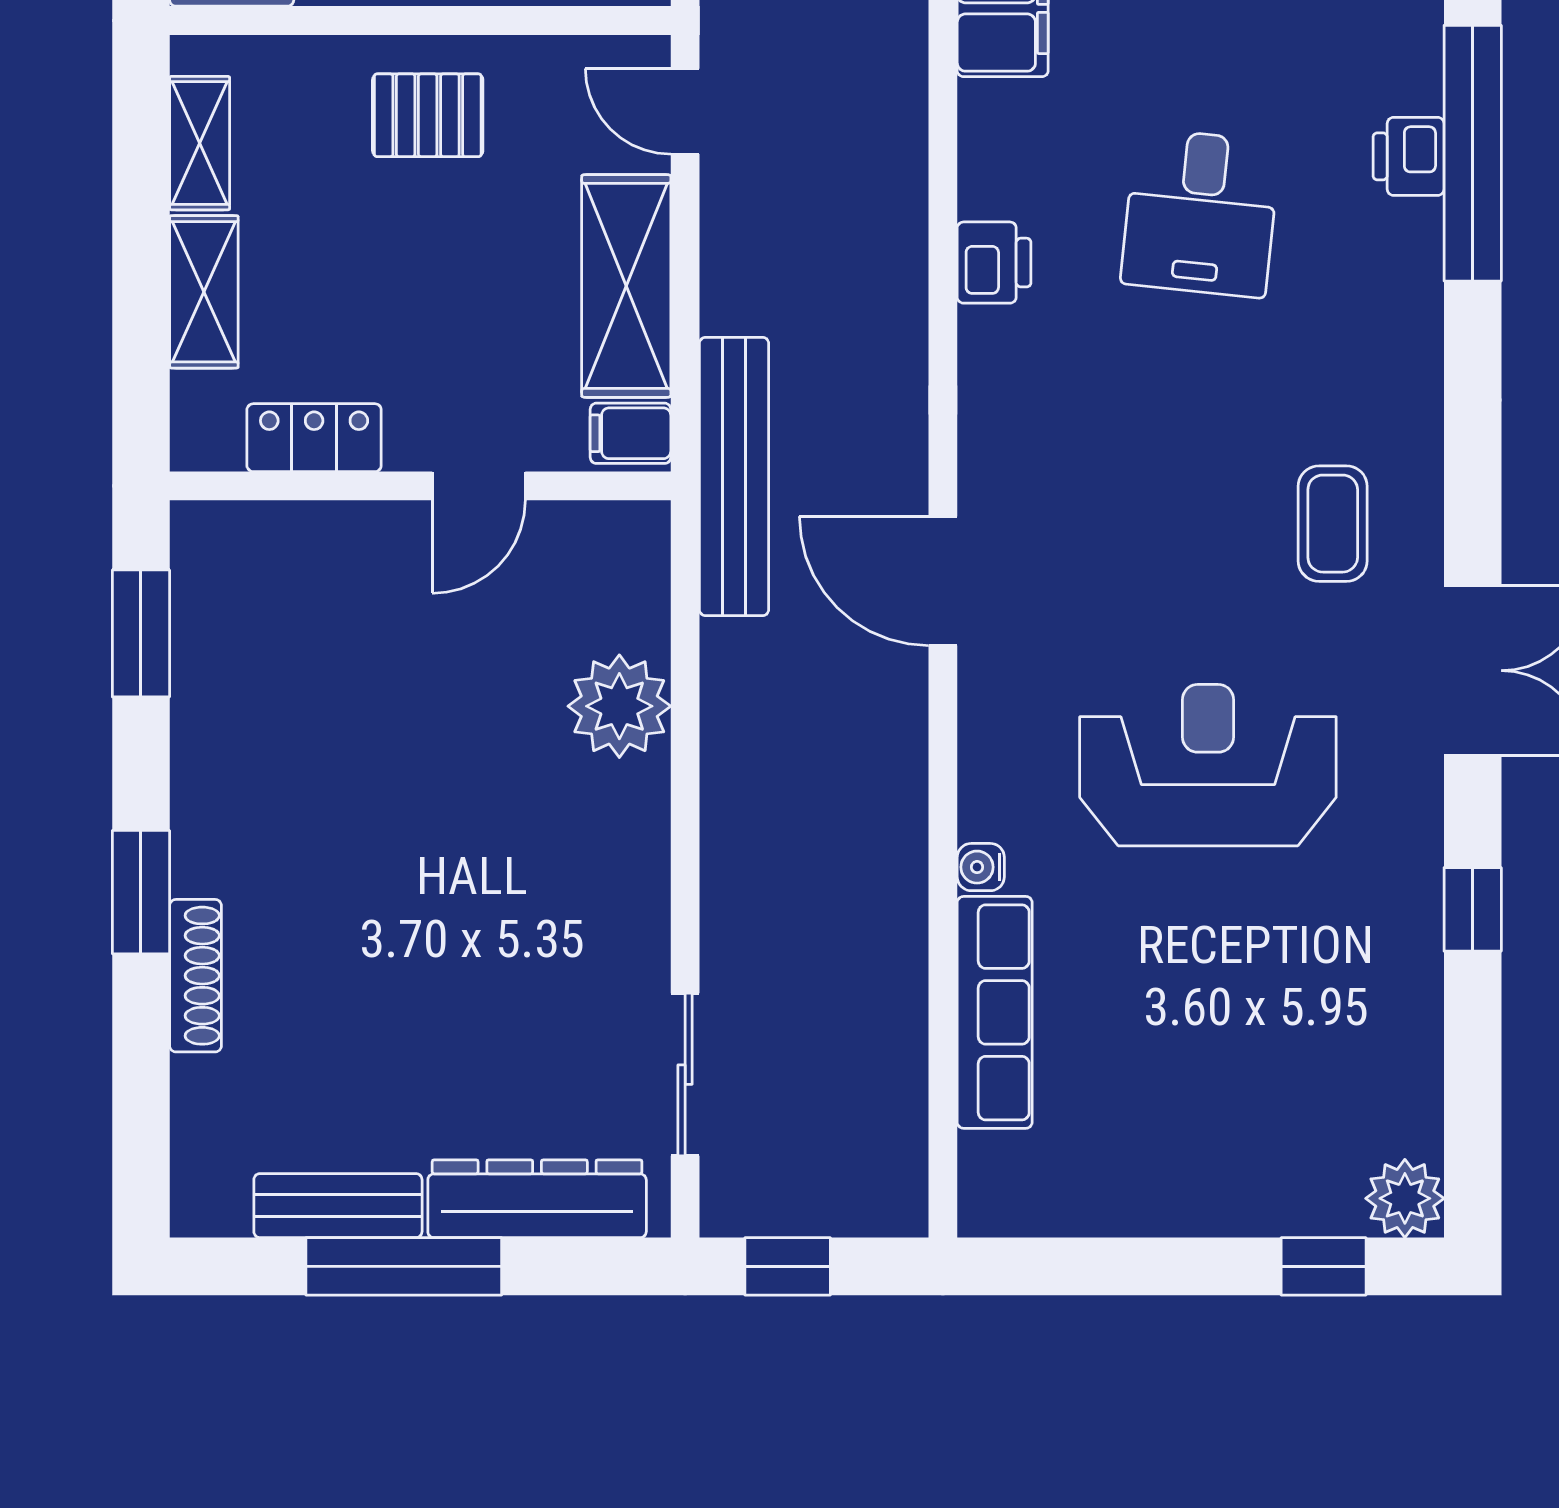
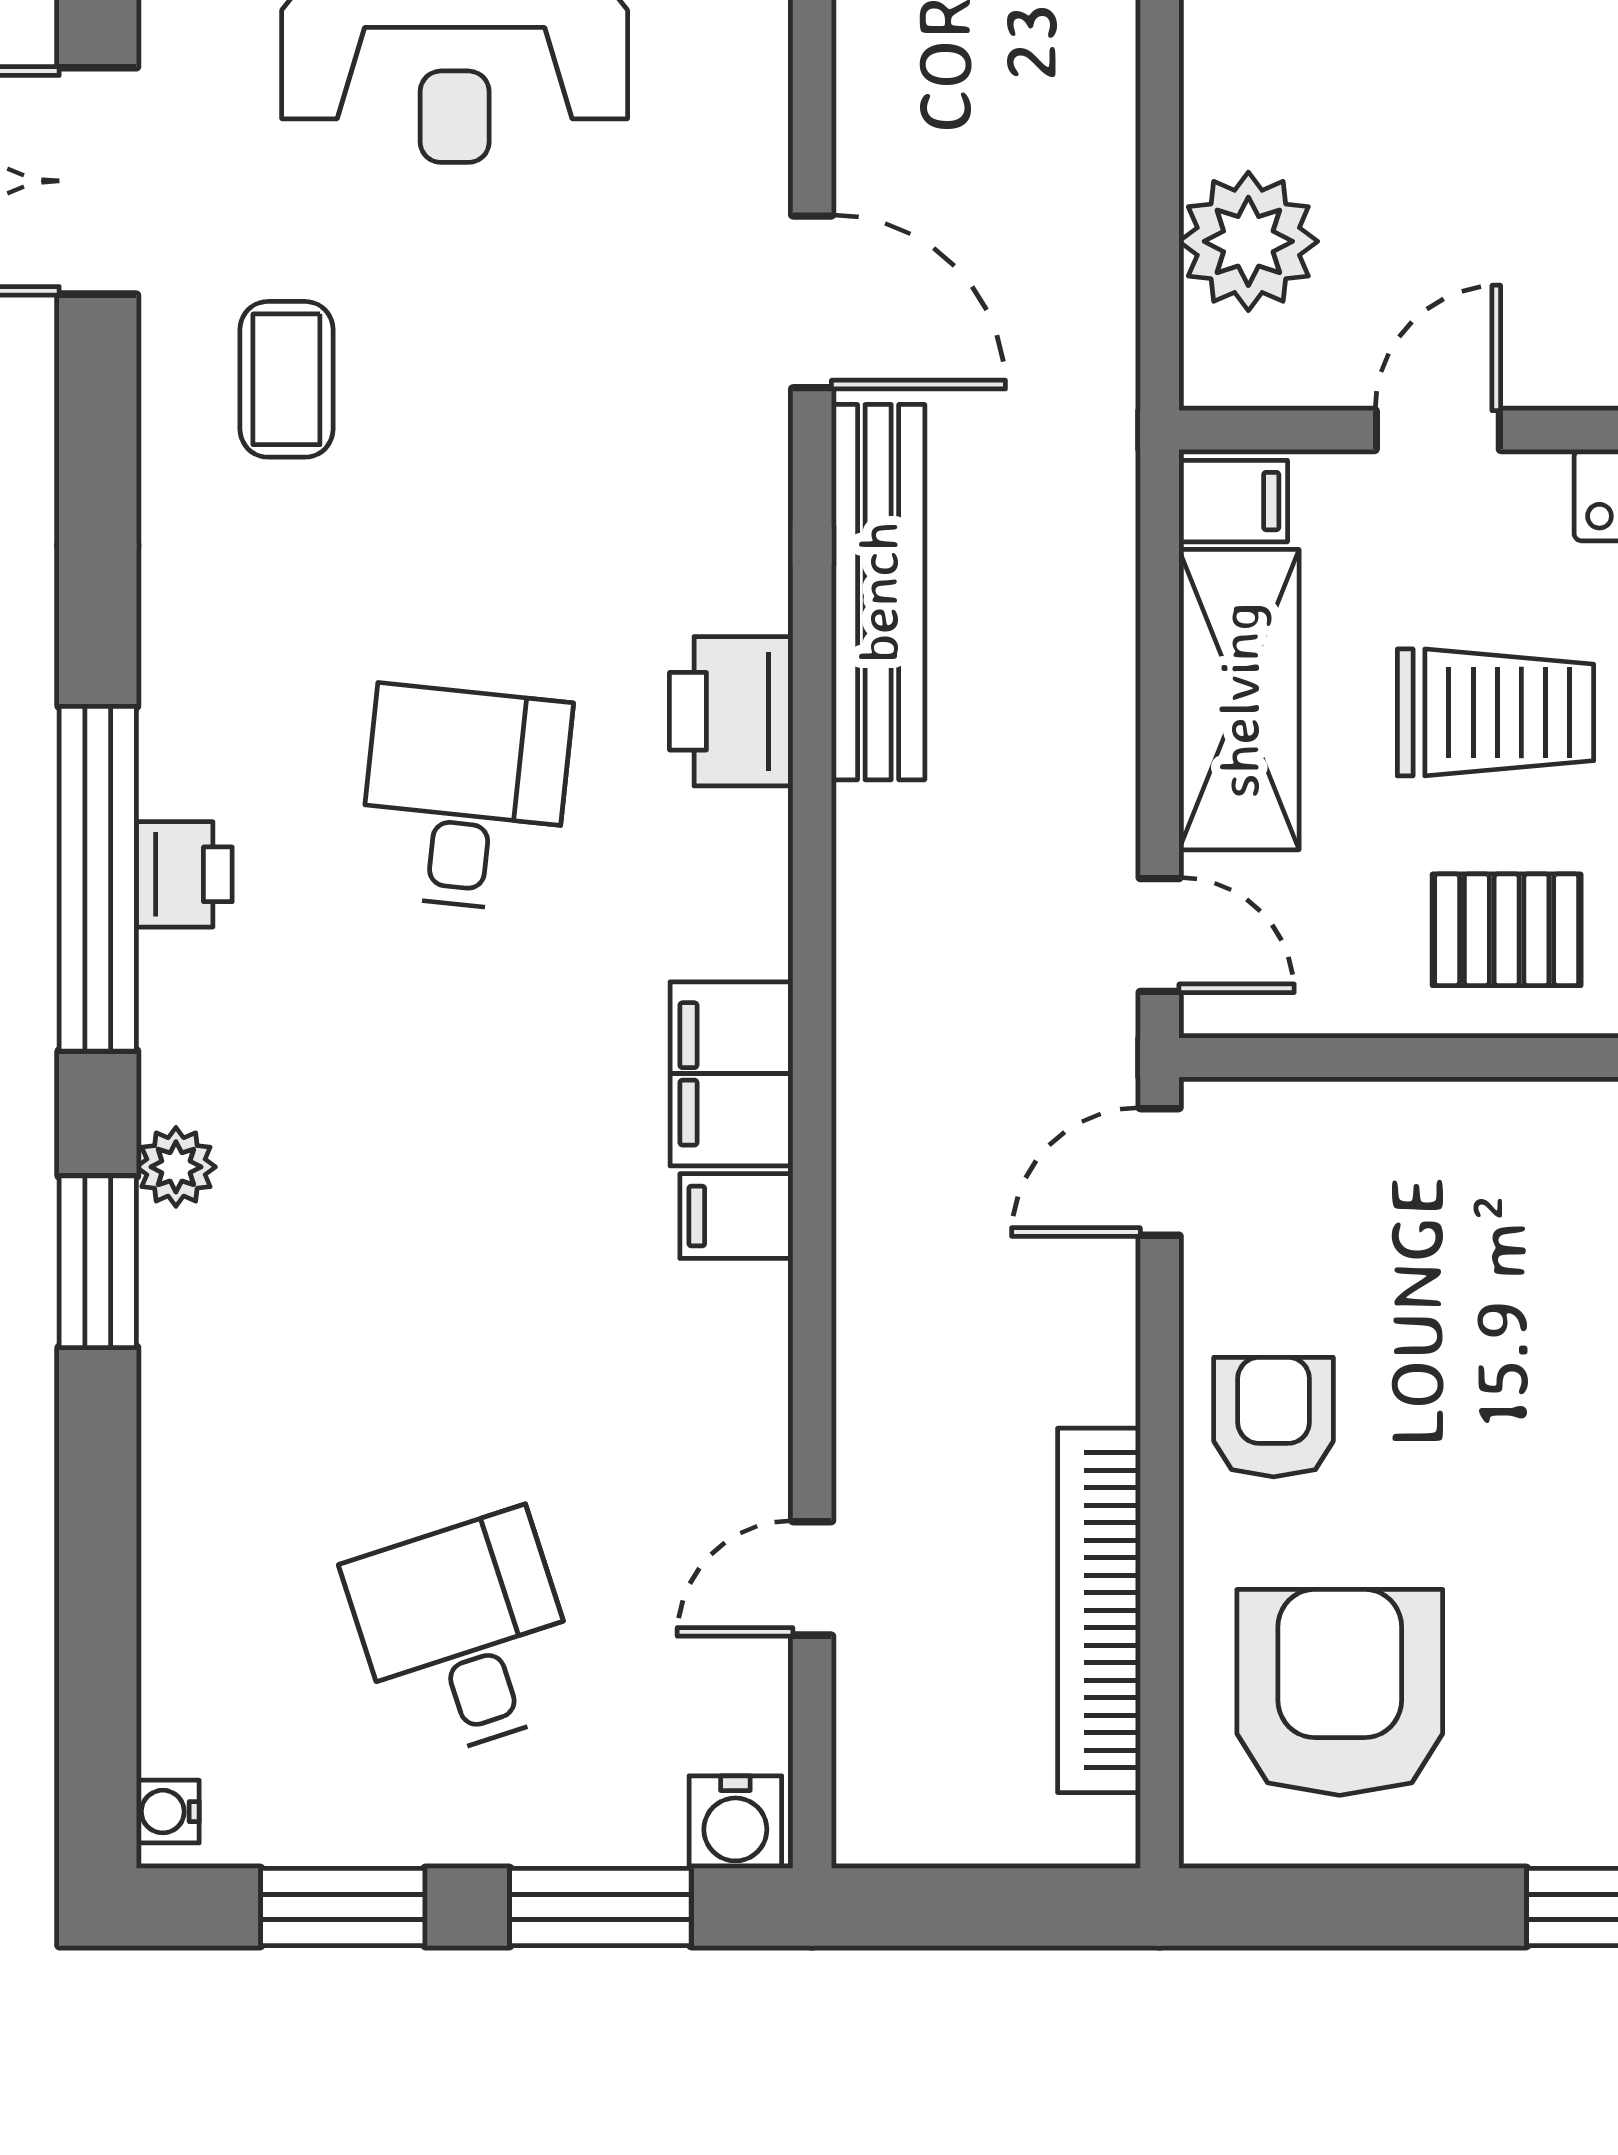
printer: (994, 263) -> (731, 711), width x1.36, depth x1.24
trolley: (436, 276) -> (1495, 712), added
bench: (734, 476) -> (878, 592), moved
plant: (619, 706) -> (1248, 241), moved

